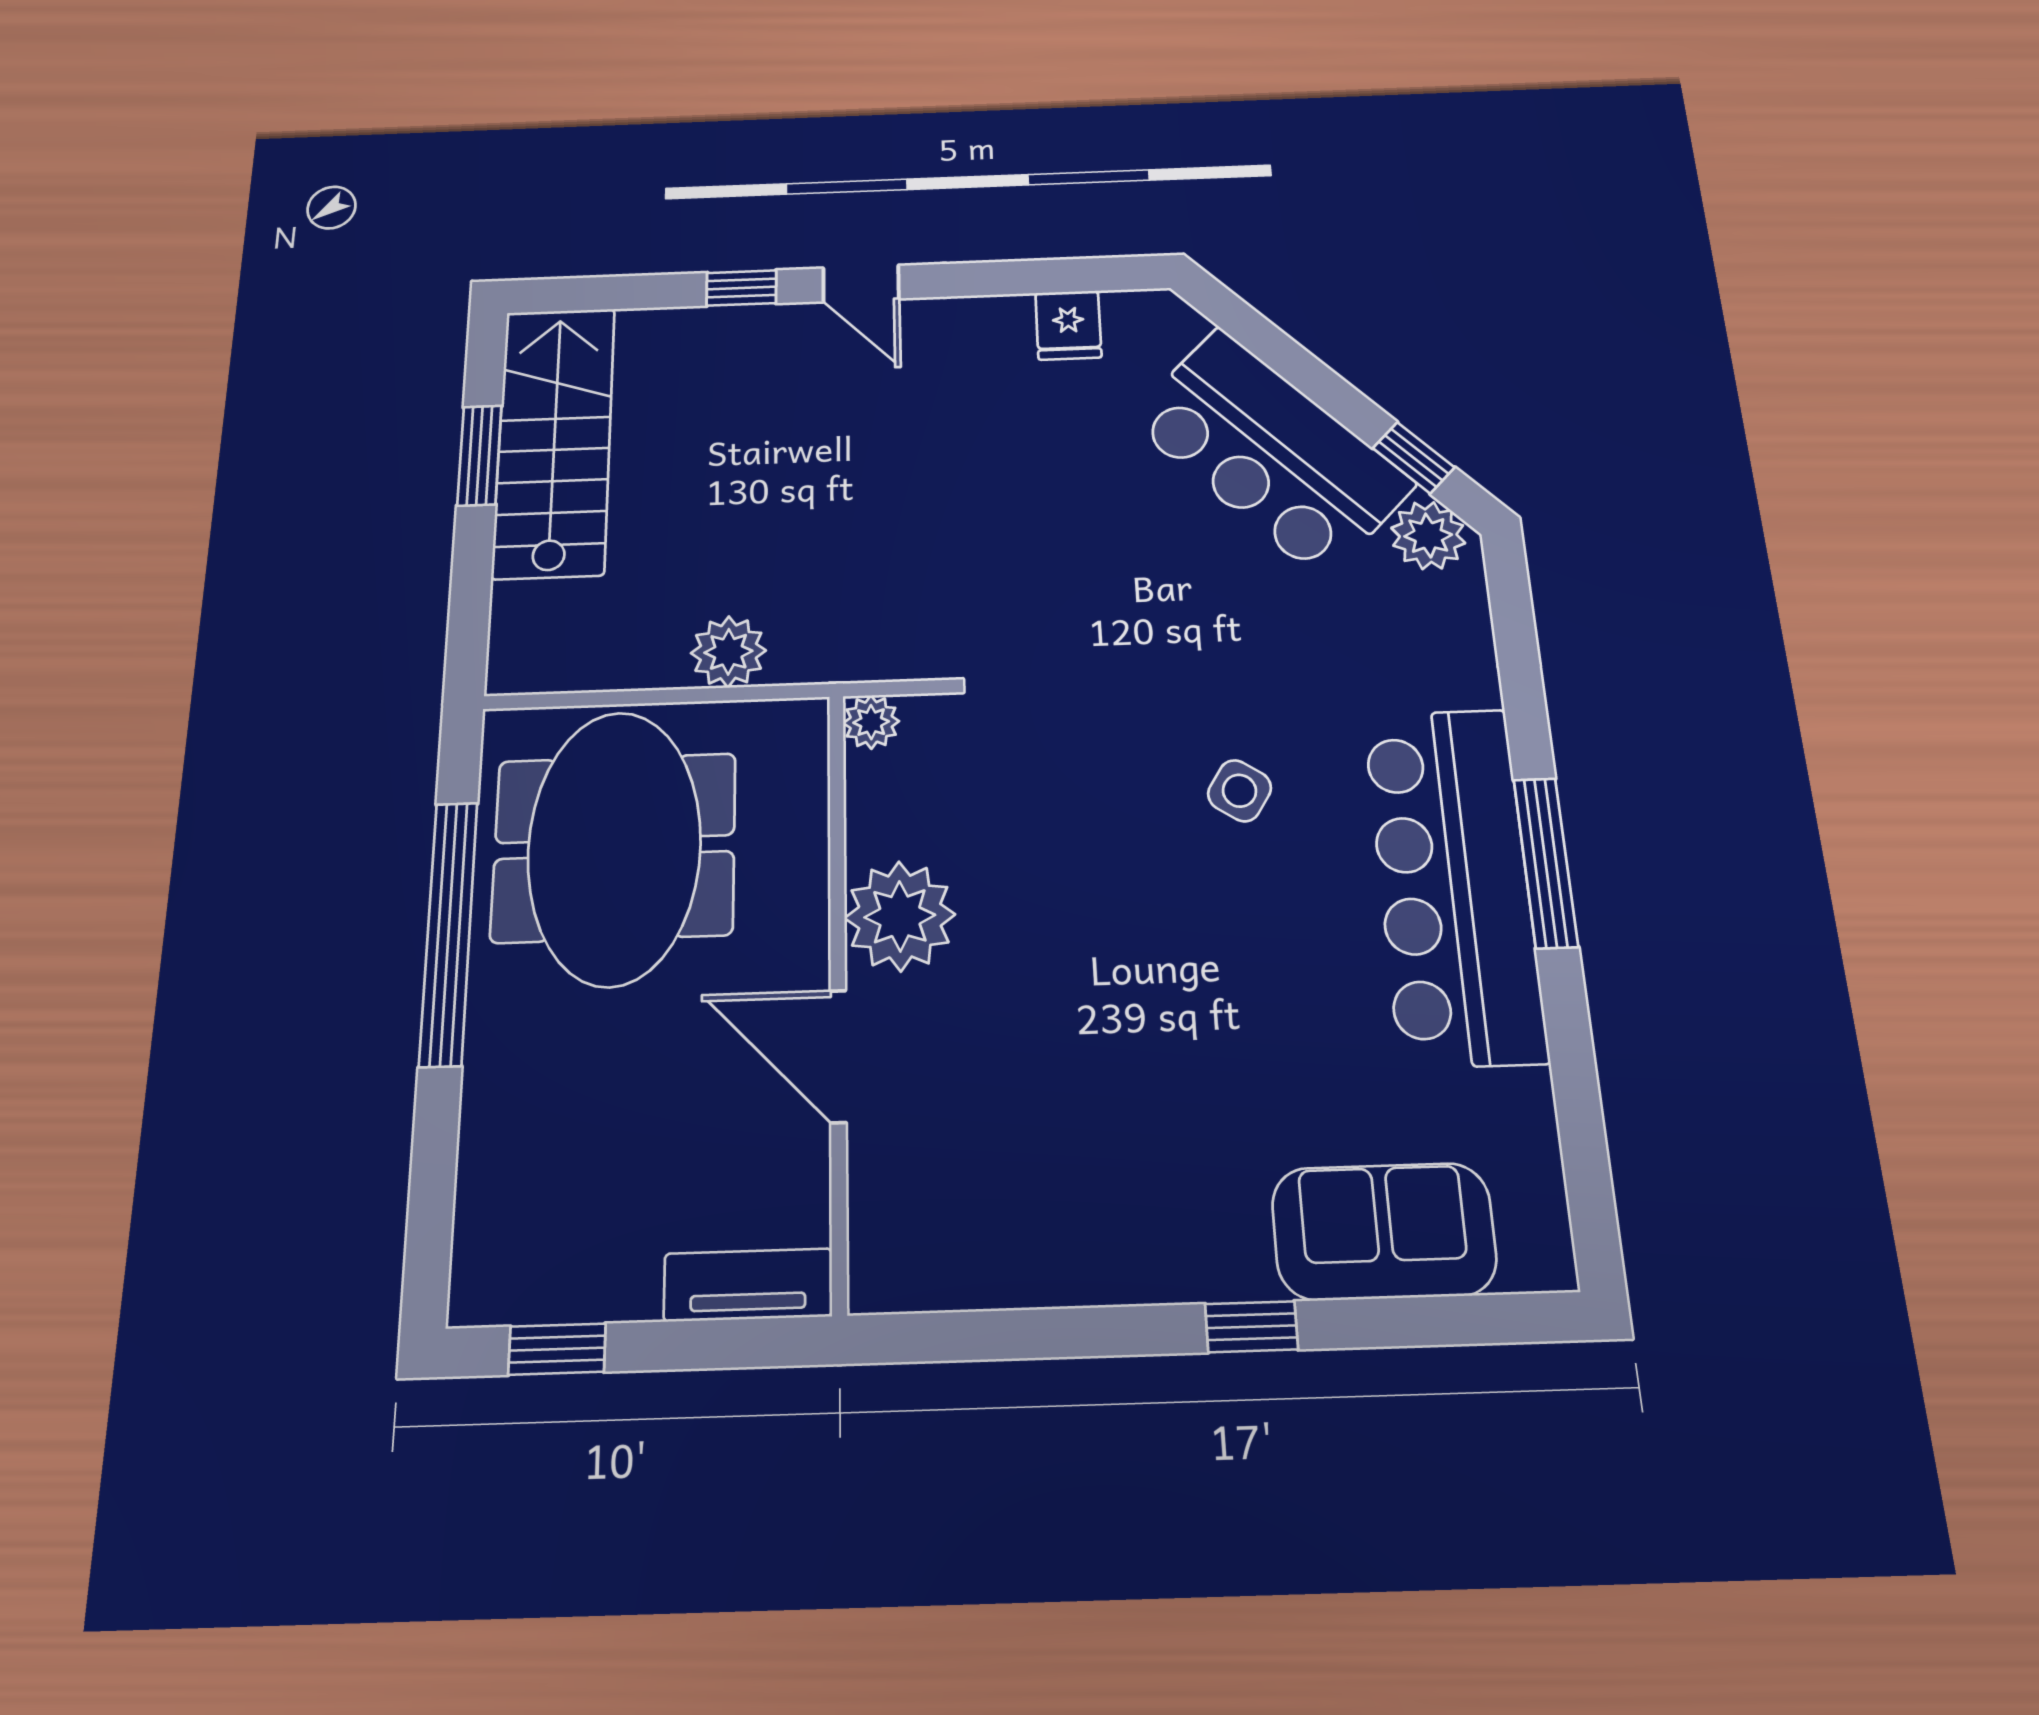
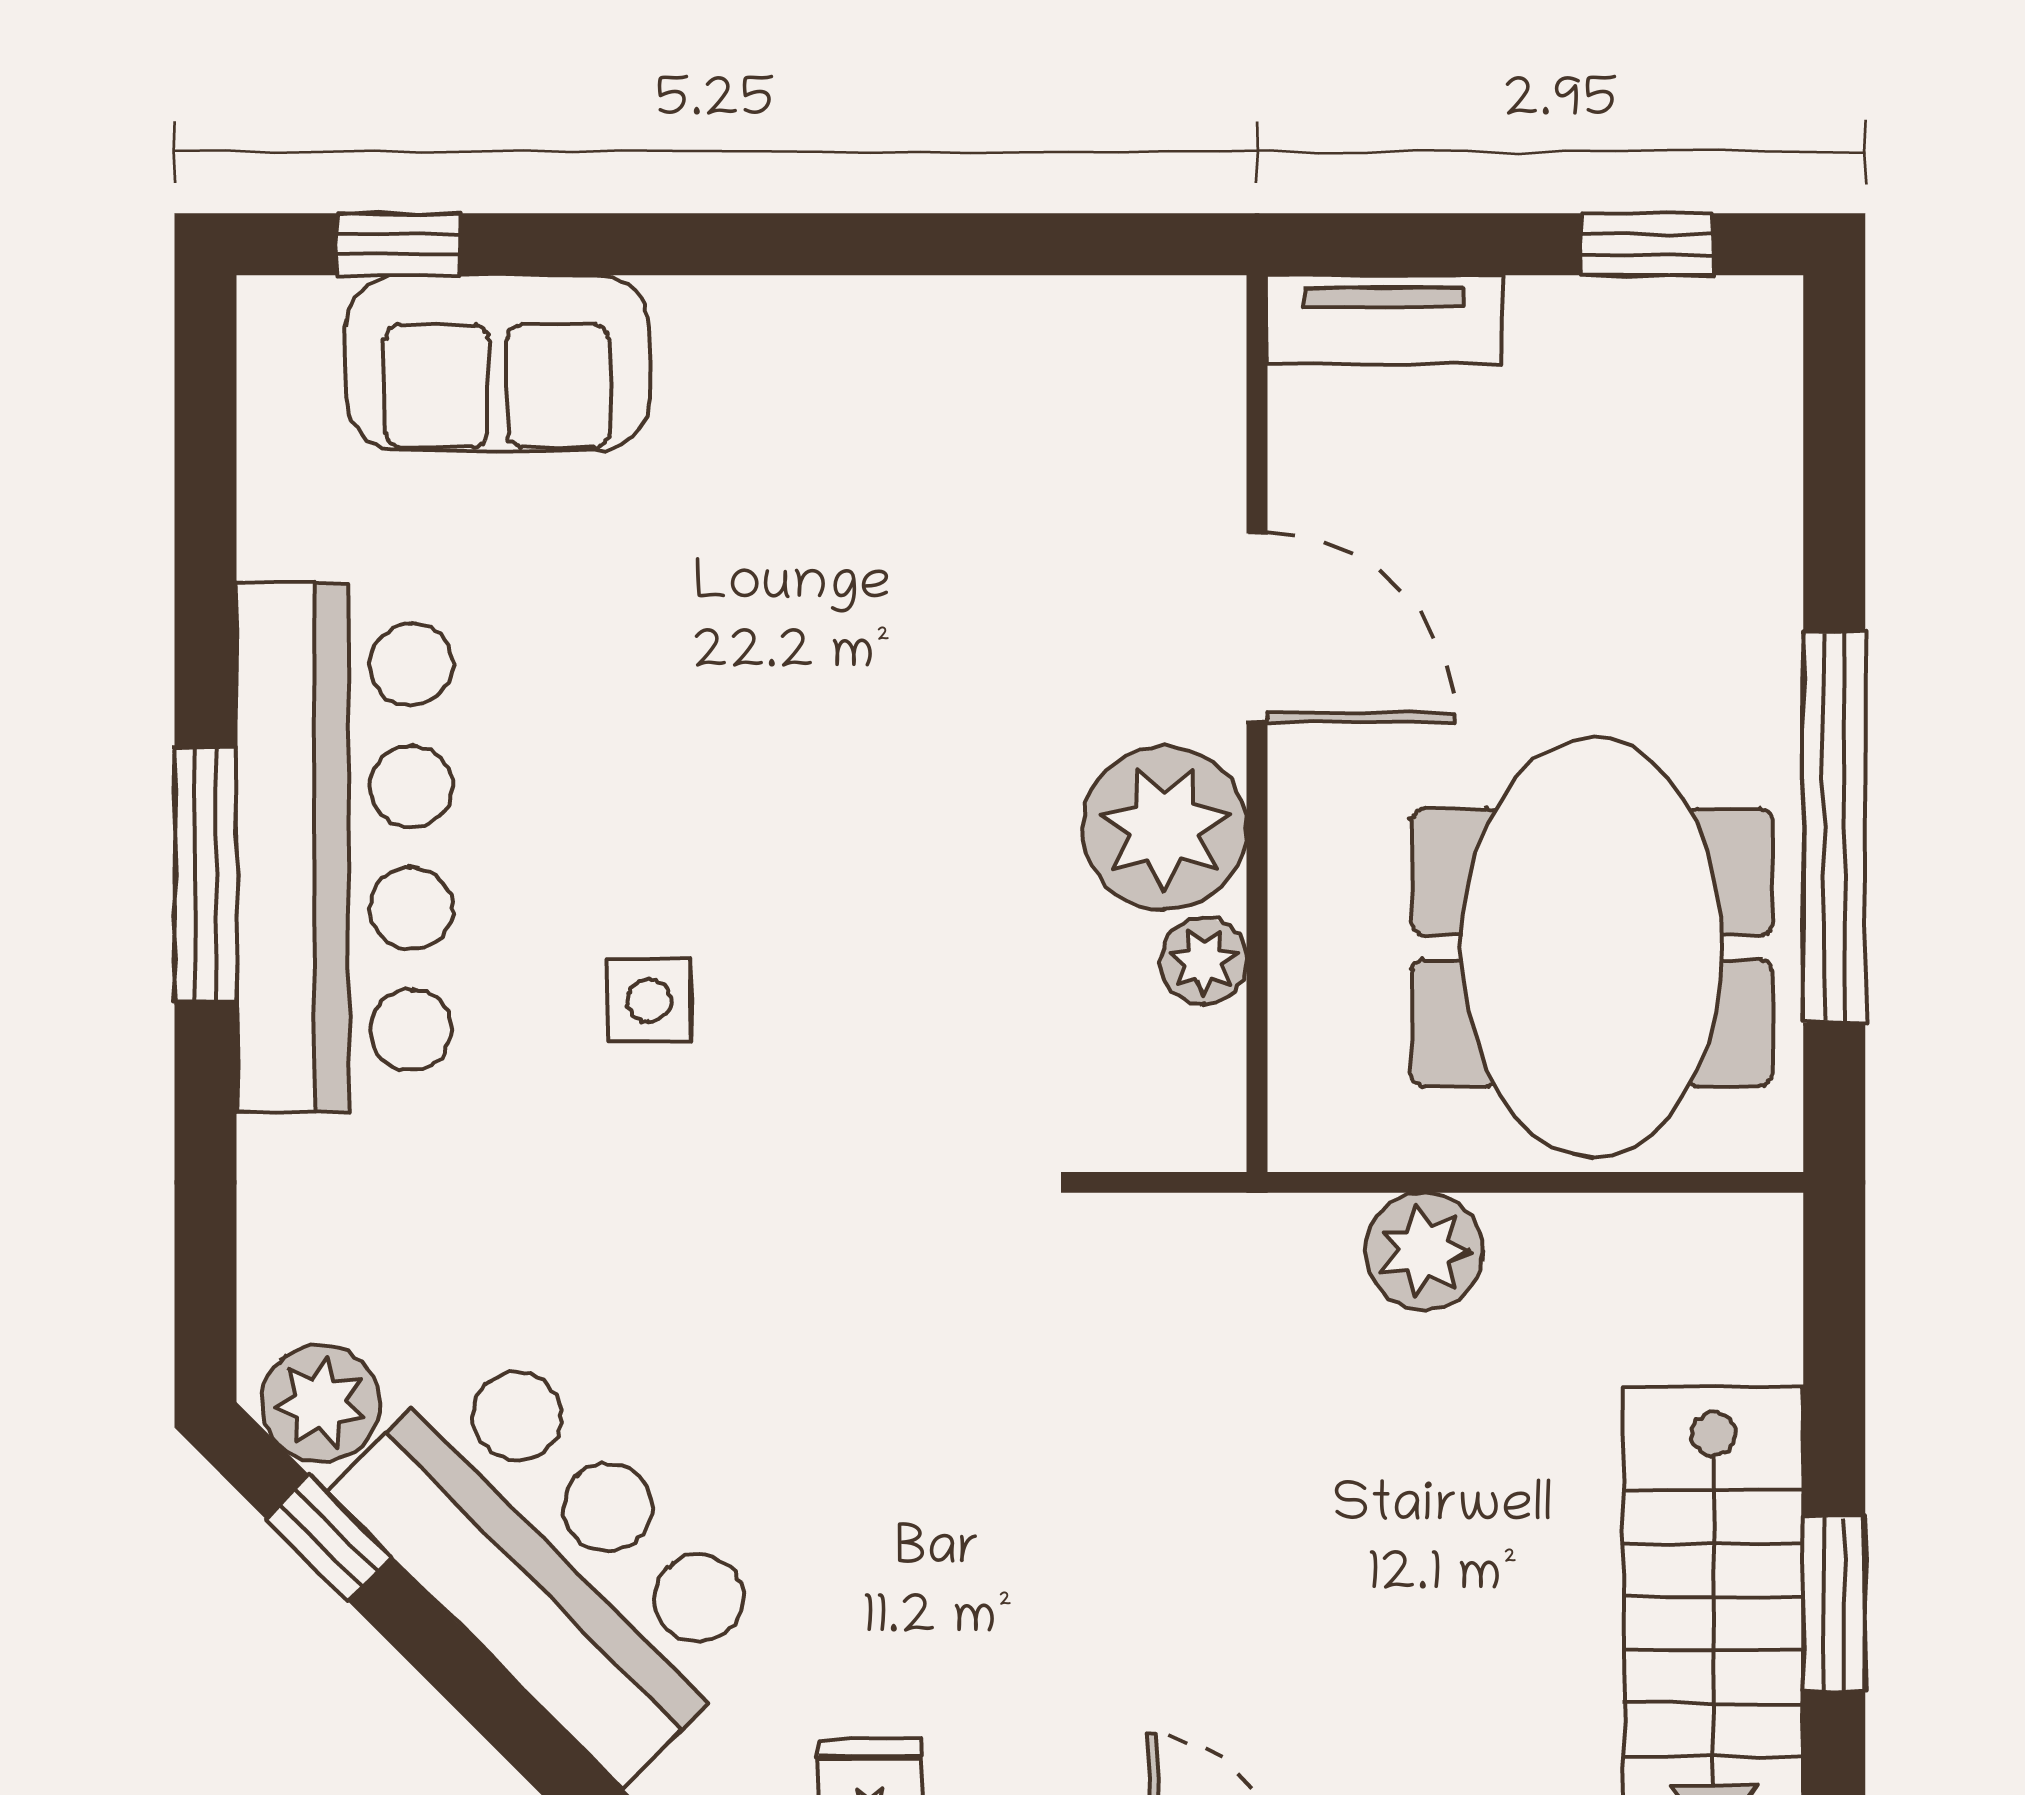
plant: (871, 722) -> (1204, 961), moved
side table: (1240, 791) -> (649, 1001), turned -33
window: (1251, 1327) -> (399, 244), moved

